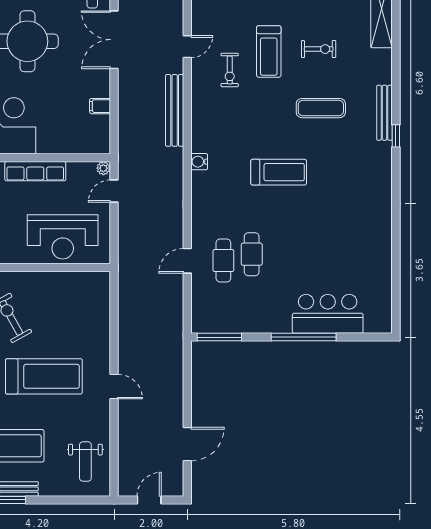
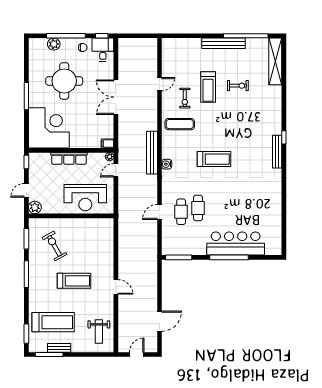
double door: (114, 40) -> (116, 97), moved
filing cabinet: (100, 106) -> (108, 144), moved
exercise mat: (321, 108) -> (180, 124), moved
bench: (175, 110) -> (152, 153), moved
bench: (384, 113) -> (277, 152), moved
water cooler: (199, 162) -> (167, 164), moved
bar counter: (328, 314) -> (236, 243), width x1.36
treadmill: (44, 376) -> (74, 281), width x0.73, depth x0.73

